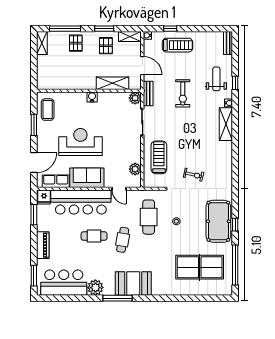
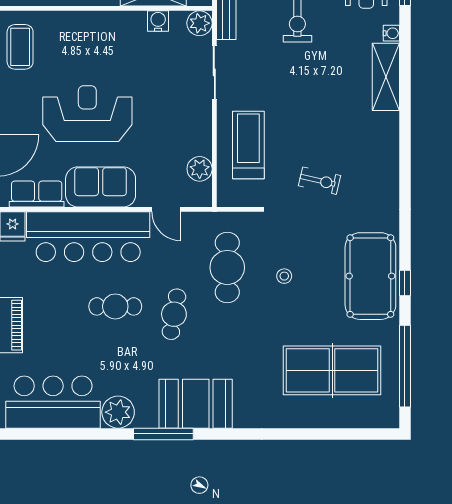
water cooler: (92, 97) -> (158, 21), moved

